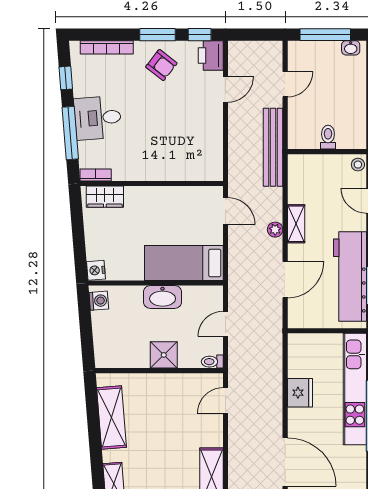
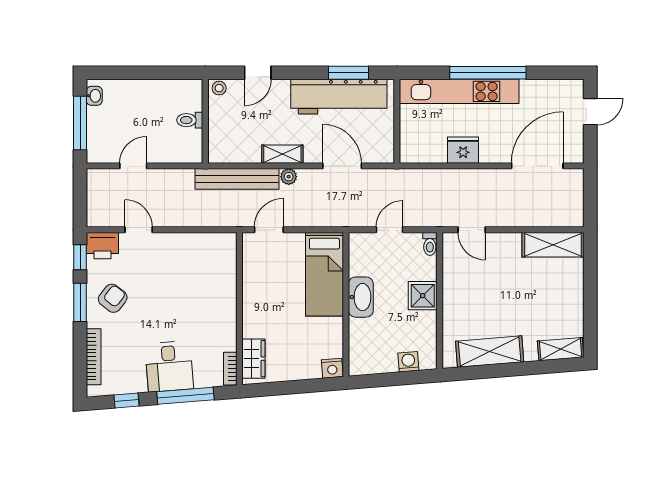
door: (285, 84) -> (133, 166), hinge flipped
bench: (273, 147) -> (237, 179), moved
washing machine: (99, 301) -> (408, 362), moved
door: (225, 324) -> (389, 230), swing flipped

